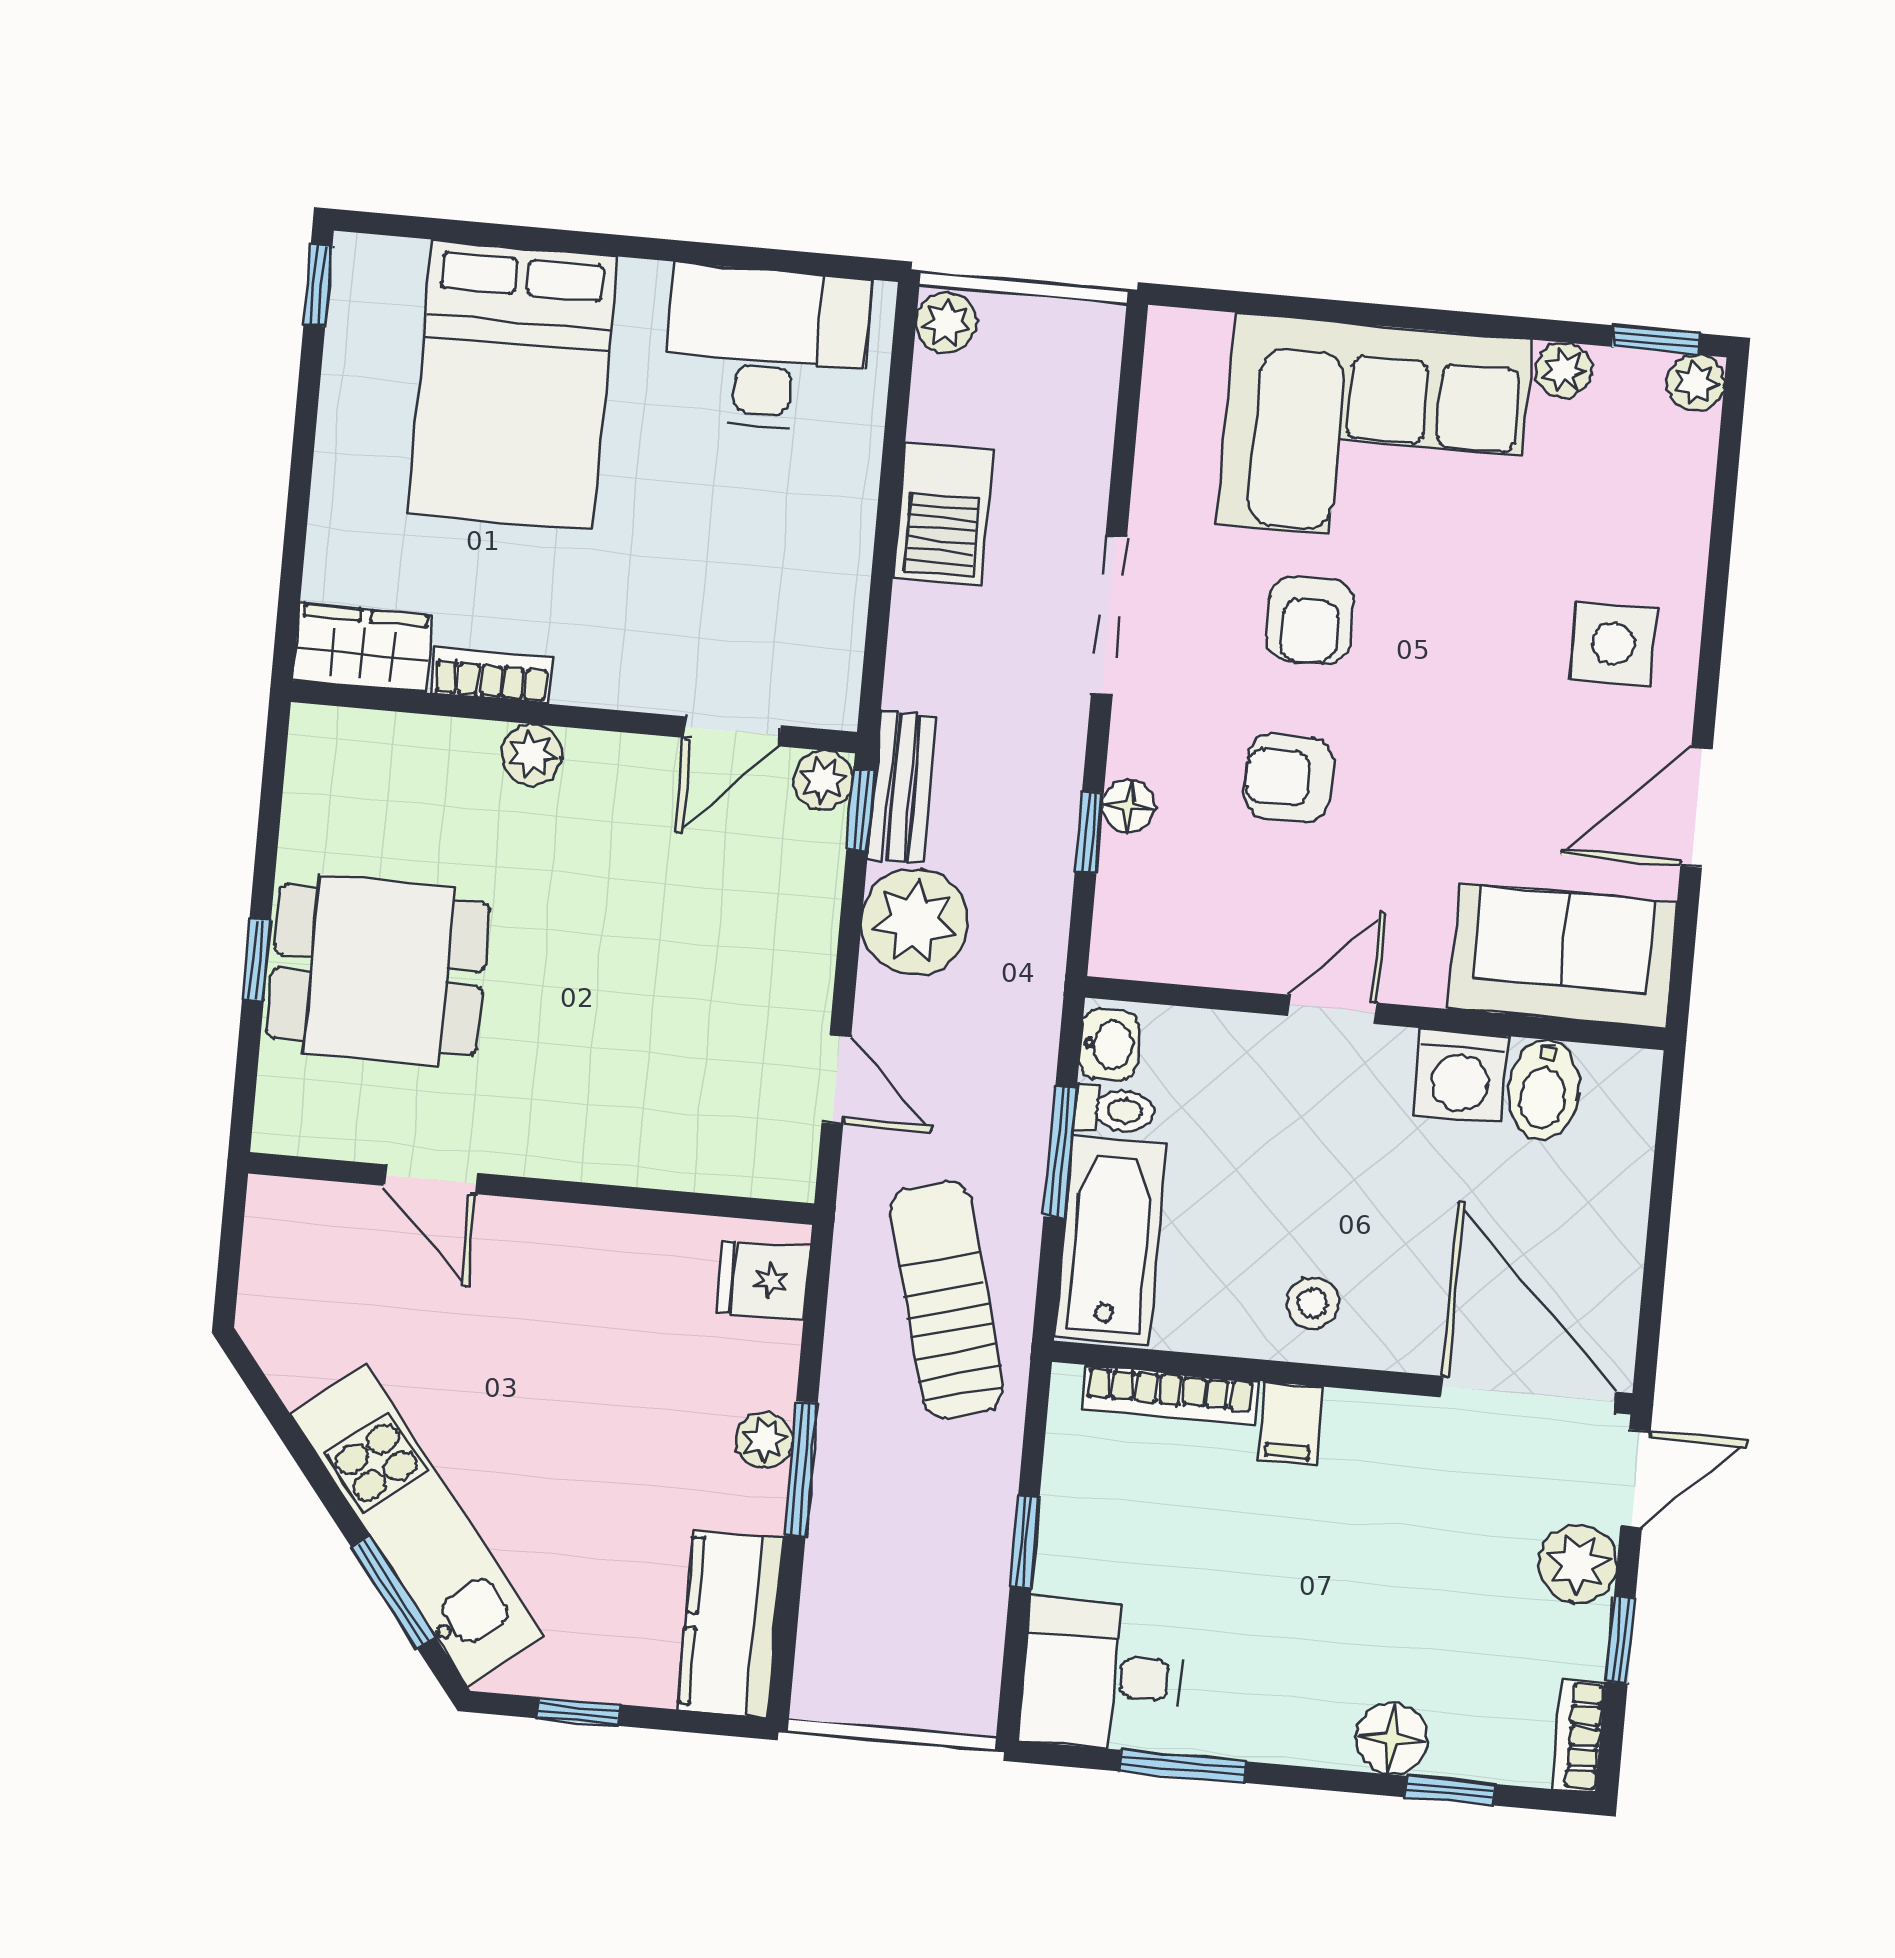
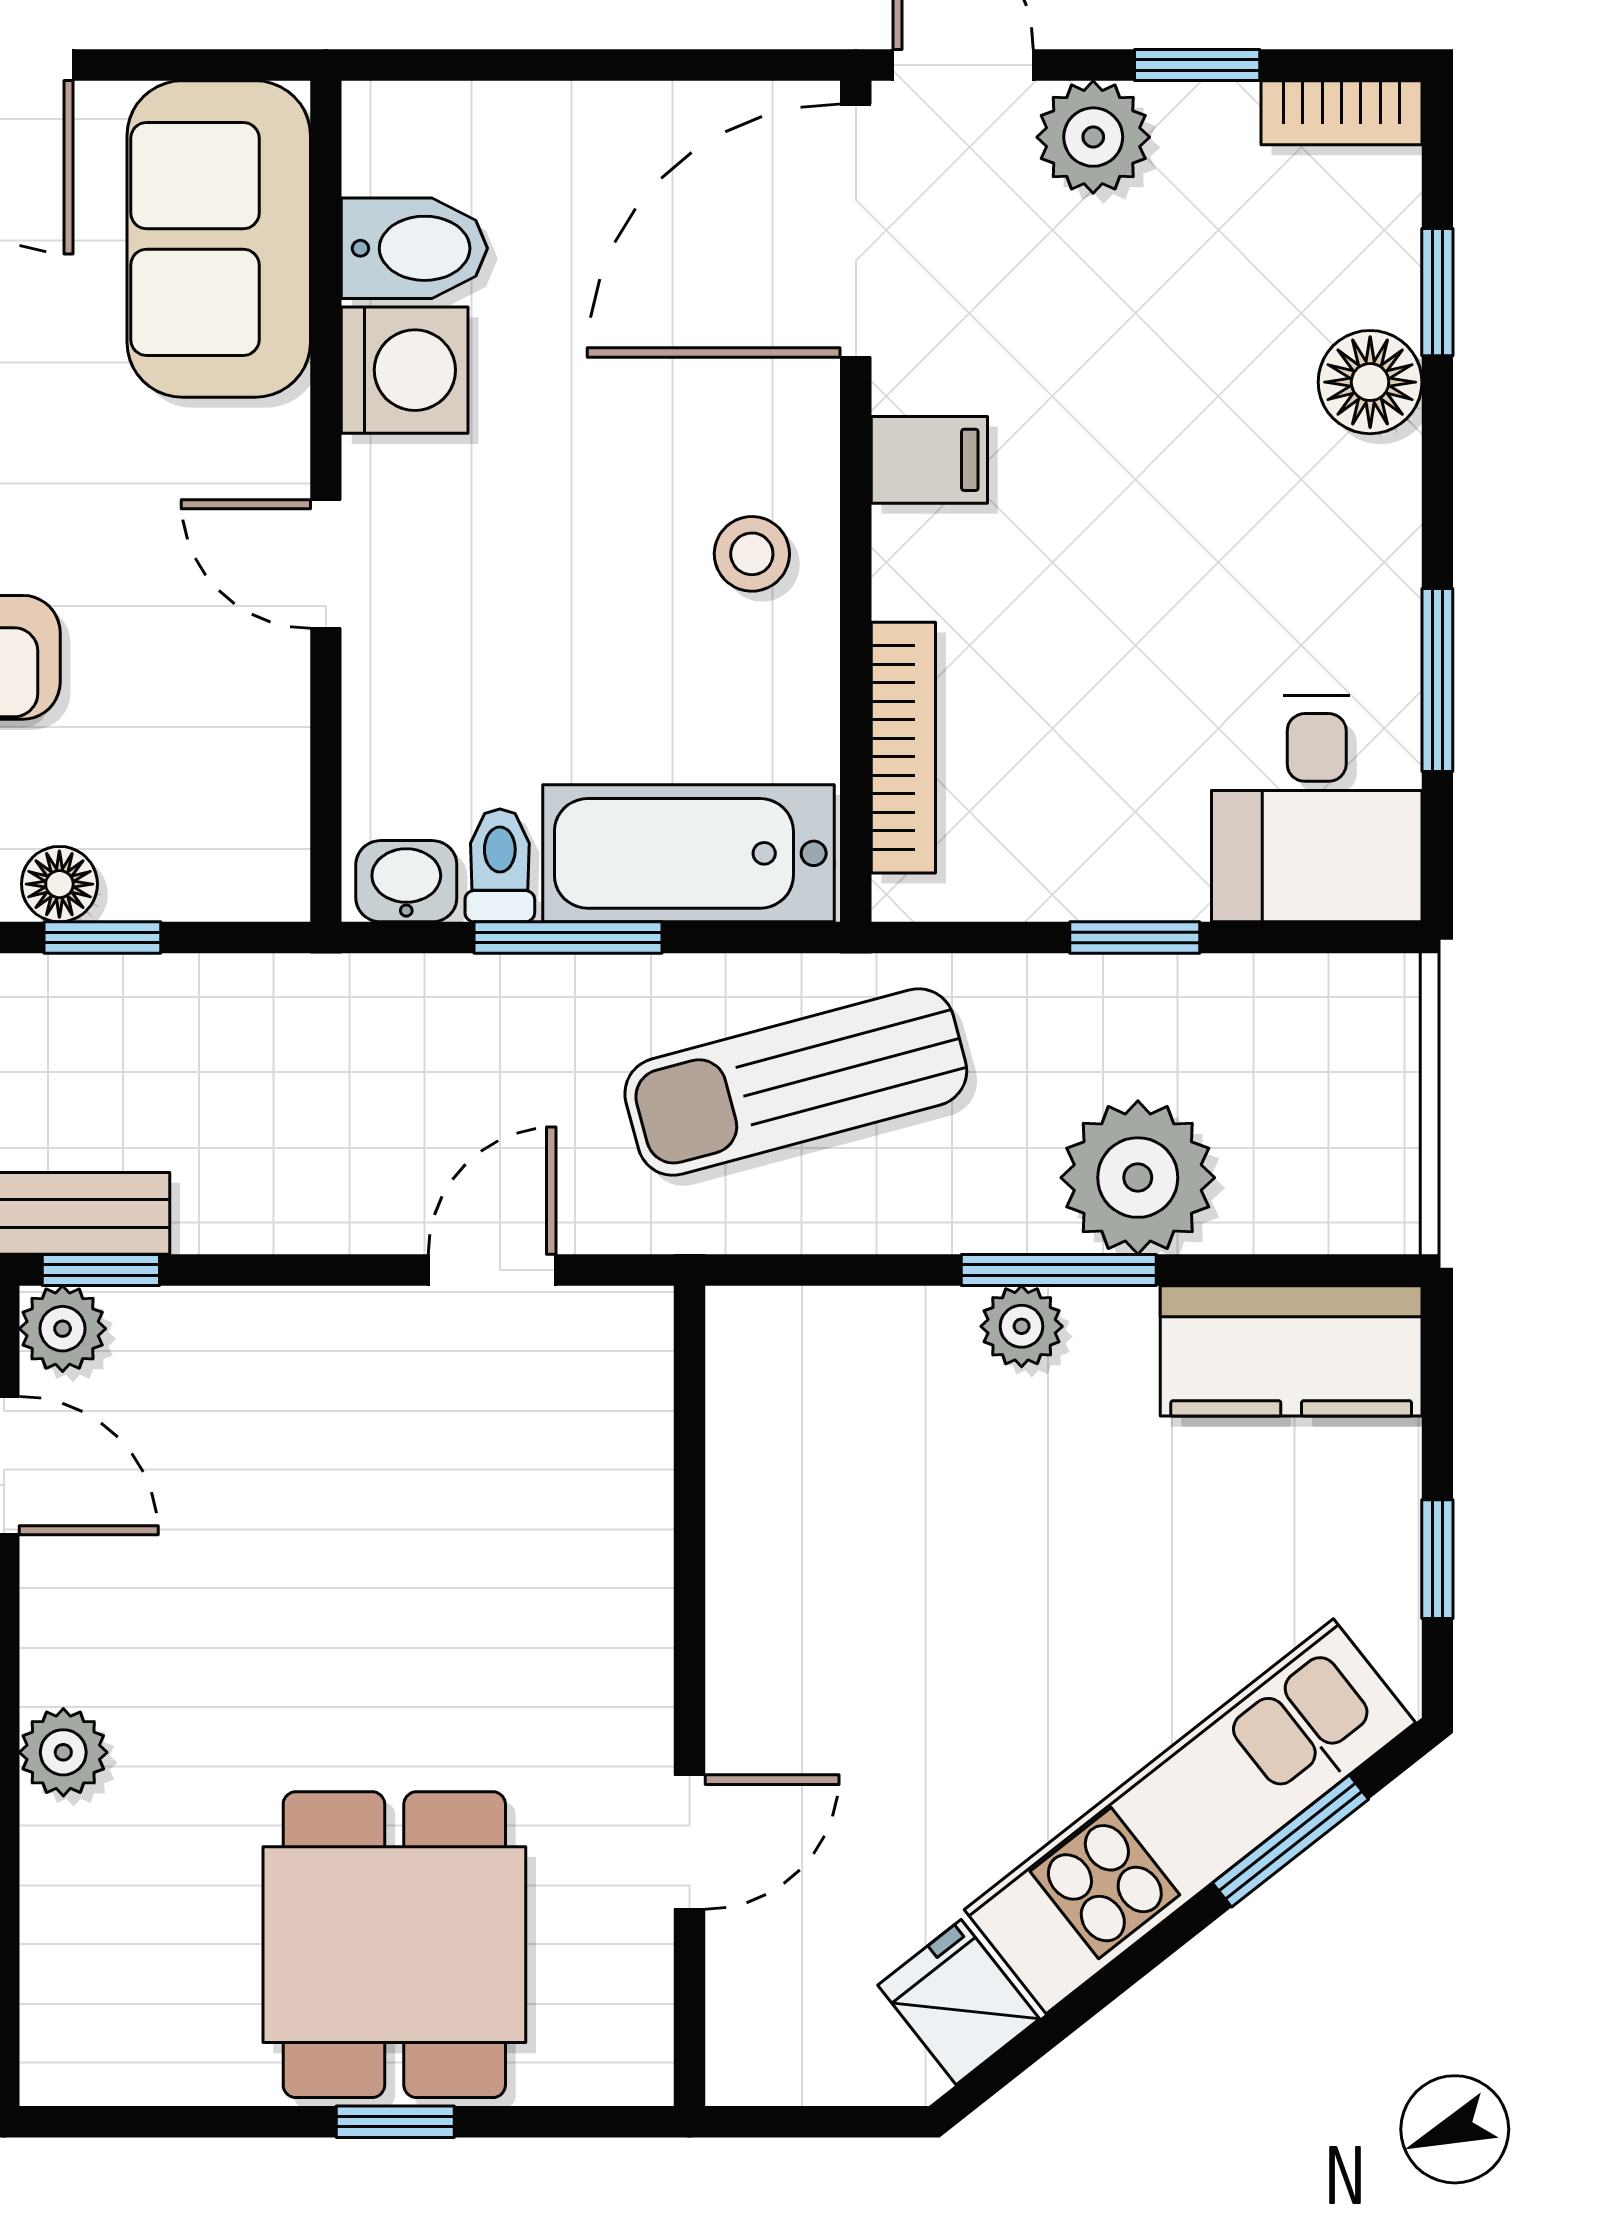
plant: (915, 922) -> (1138, 1178), moved
fridge: (763, 1280) -> (959, 2002), moved, turned 142
filing cabinet: (1290, 1424) -> (929, 460), moved

